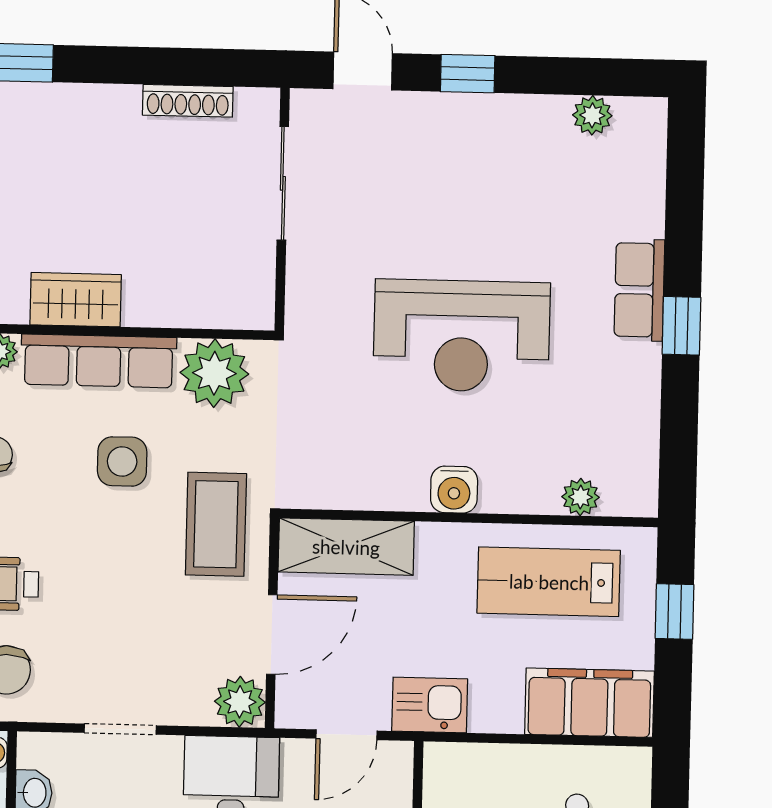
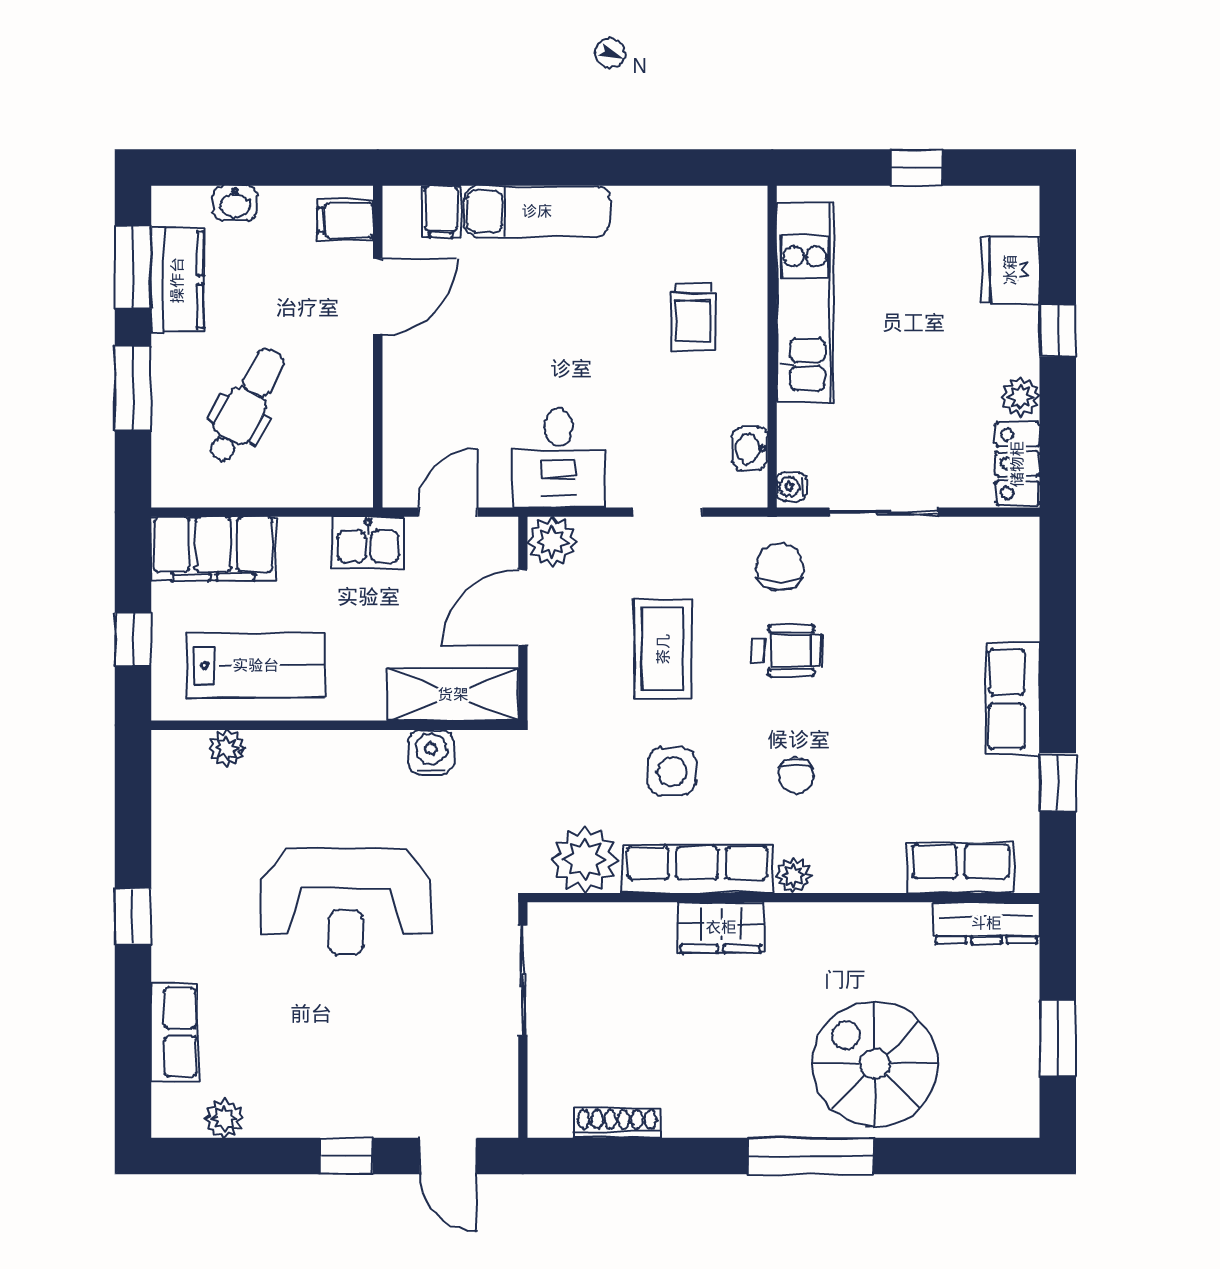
sliding door: (283, 183) -> (523, 981), moved
row of seats: (639, 290) -> (175, 1032), moved
reception desk: (462, 336) -> (346, 902), turned 180
water cooler: (454, 490) -> (431, 752), moved
coffee table: (216, 524) -> (663, 649), moved

